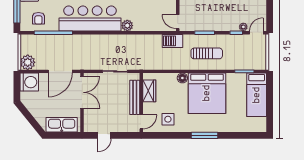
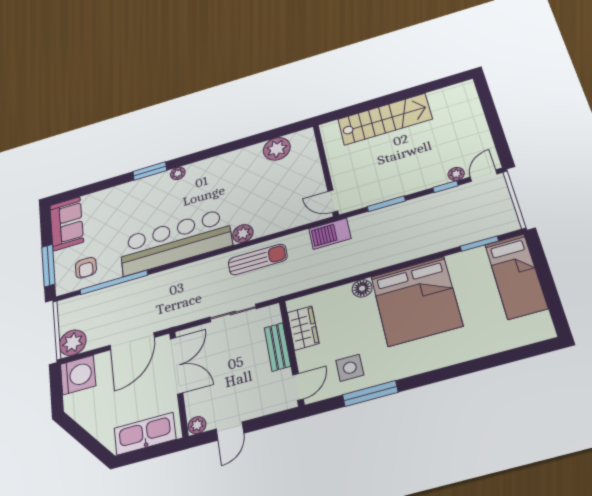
sun lounger: (207, 53) -> (258, 259), moved
bench: (135, 97) -> (278, 347), width x0.73
plant: (89, 128) -> (197, 425), added
window: (204, 135) -> (370, 394), moved

